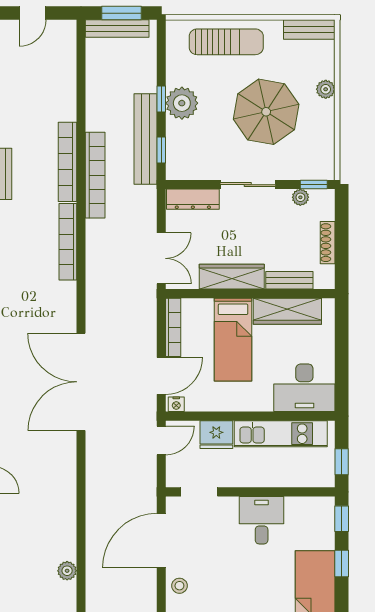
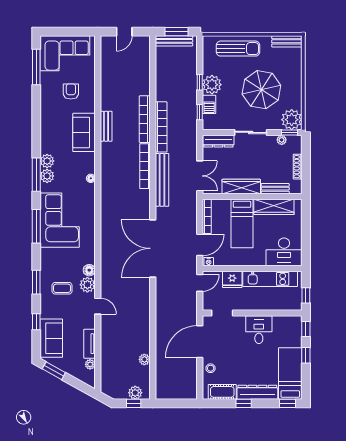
plant: (326, 89) -> (292, 120), moved, width x1.87, depth x1.87
barbecue: (177, 137) -> (209, 104), added
bench: (145, 139) -> (162, 180), moved

